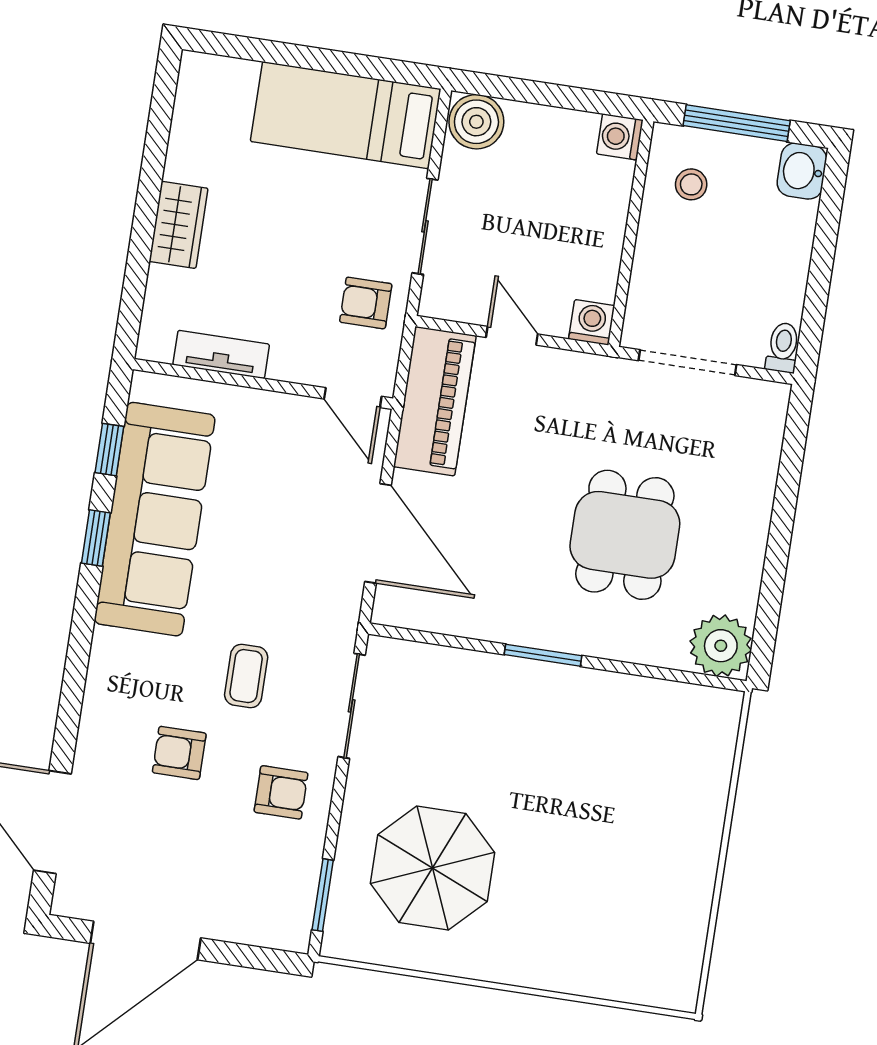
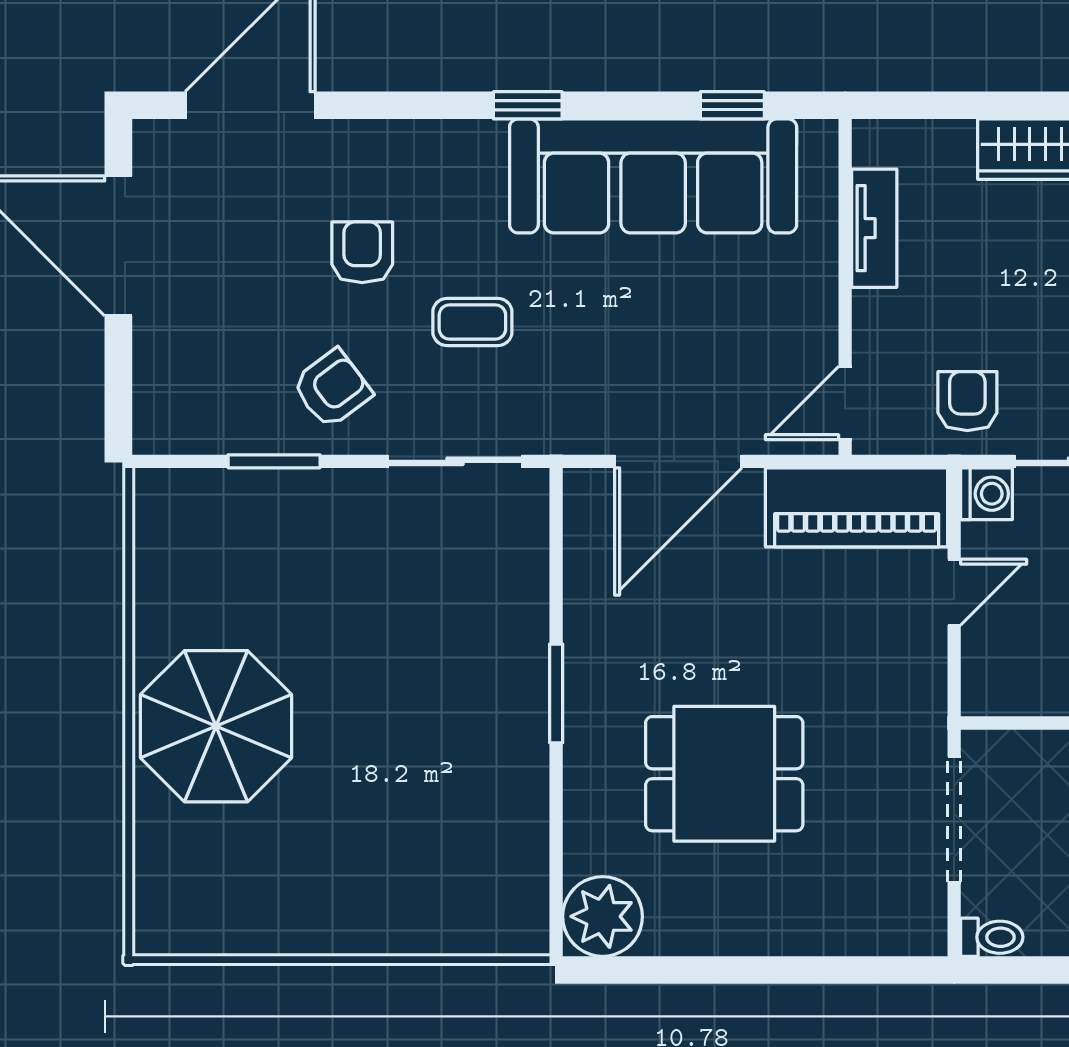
washing machine: (592, 322) -> (987, 494), moved
window: (96, 538) -> (528, 105), moved
armchair: (281, 792) -> (332, 389), turned -127
parasol: (432, 868) -> (216, 726), moved
window: (323, 895) -> (274, 461), moved

